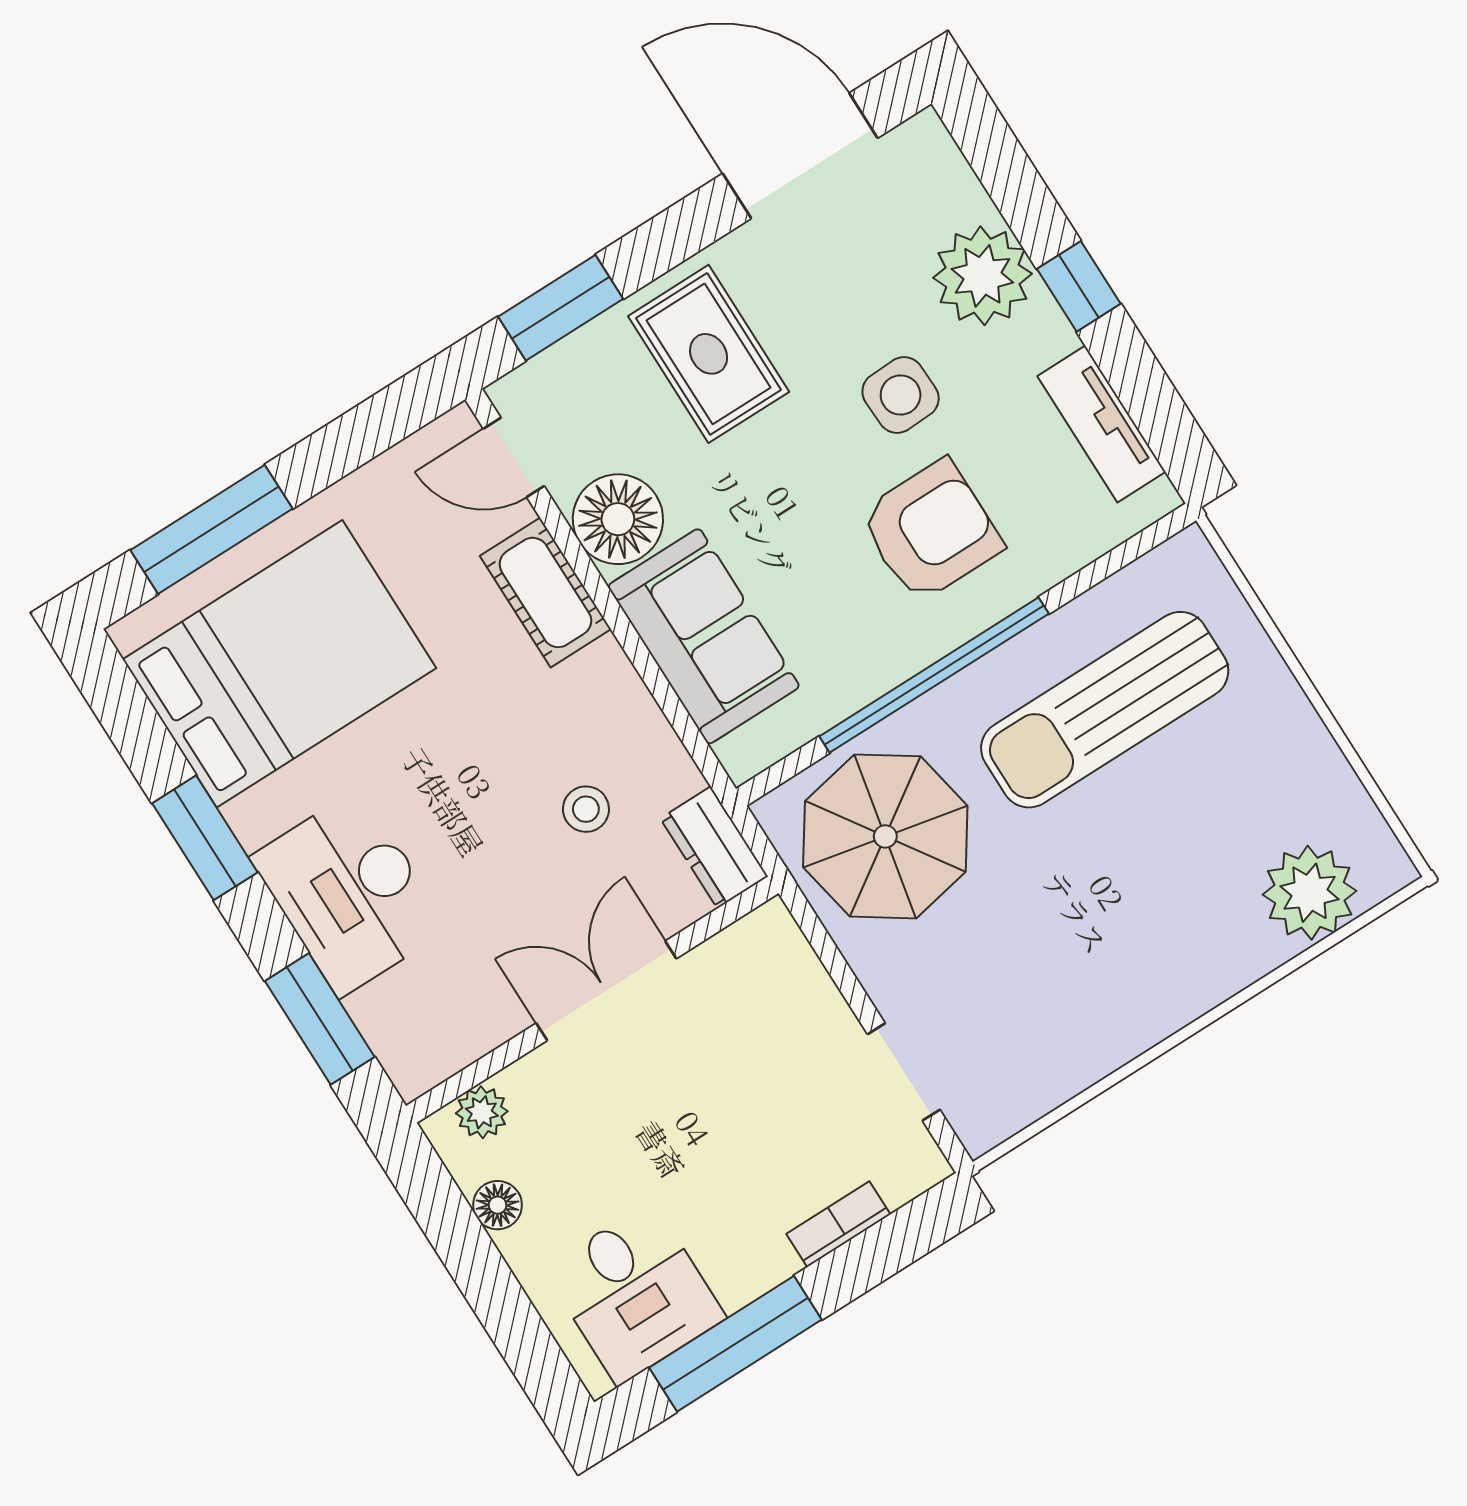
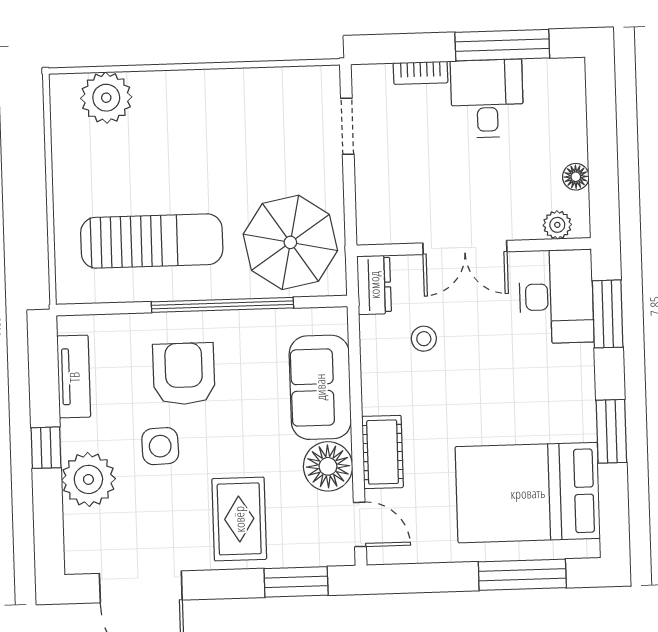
armchair: (931, 531) -> (184, 374), turned 90
desk: (350, 893) -> (556, 297), moved
desk: (635, 1293) -> (487, 99), moved

